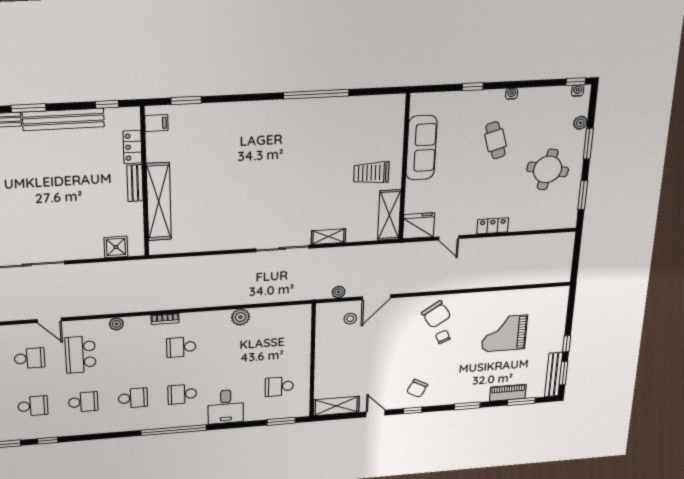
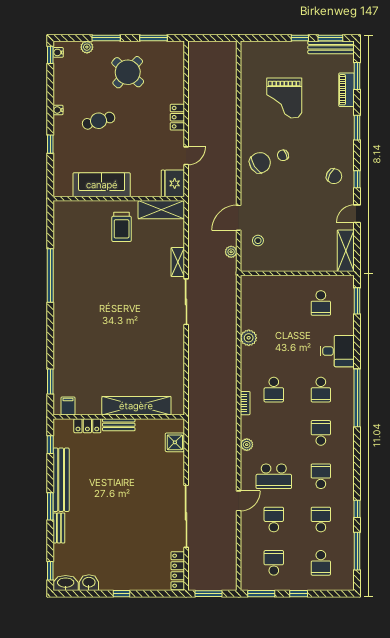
round table: (548, 169) -> (128, 72), turned 30
door: (376, 297) -> (239, 218), swing flipped

